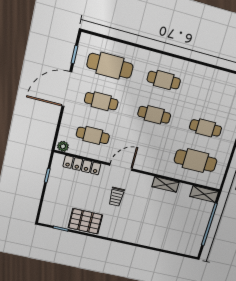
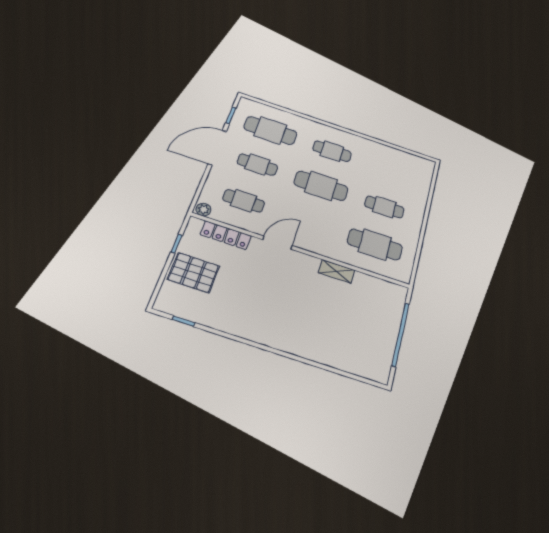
cafe table: (154, 115) -> (321, 186), width x1.37, depth x1.35
shelving: (204, 194) -> (390, 289), removed
trolley: (116, 197) -> (269, 281), removed
pallet: (85, 221) -> (194, 273), moved

